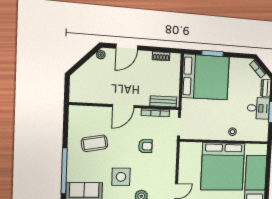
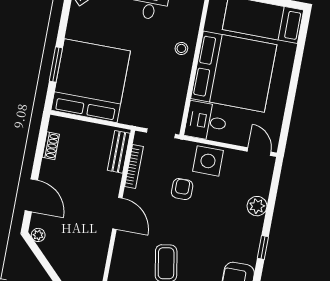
desk: (190, 154) -> (206, 121), added
side table: (121, 177) -> (208, 161), moved

